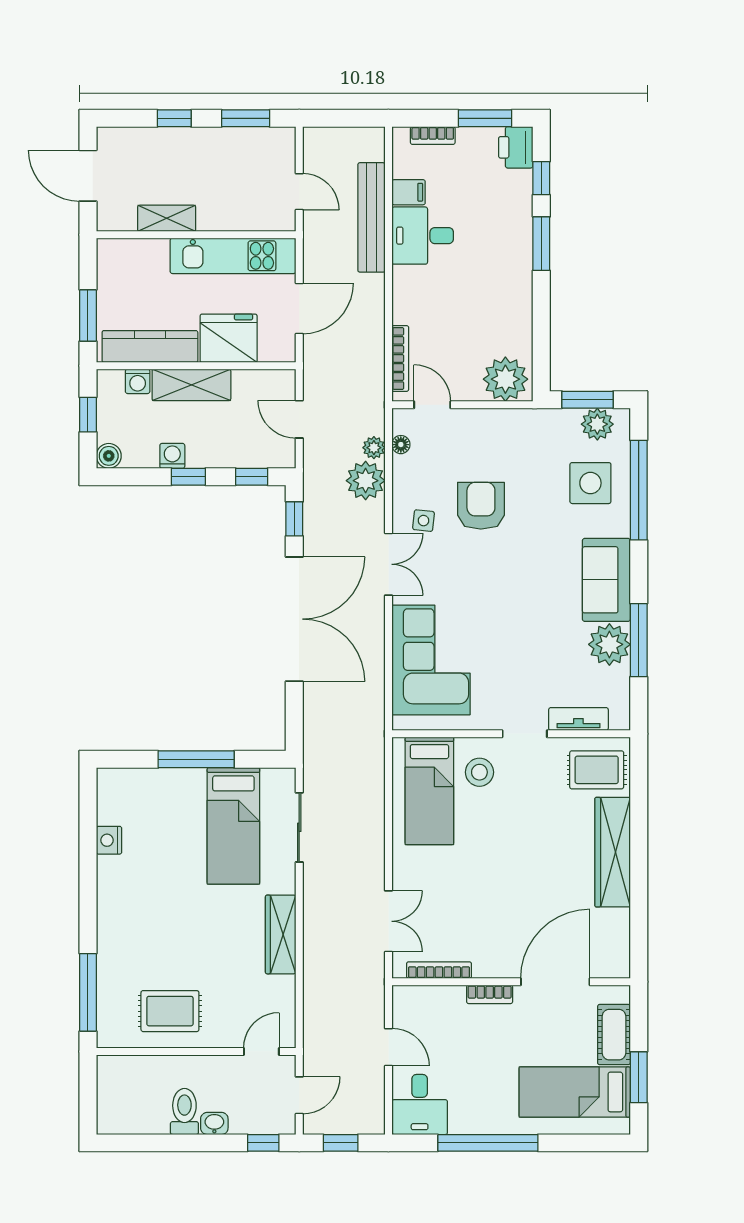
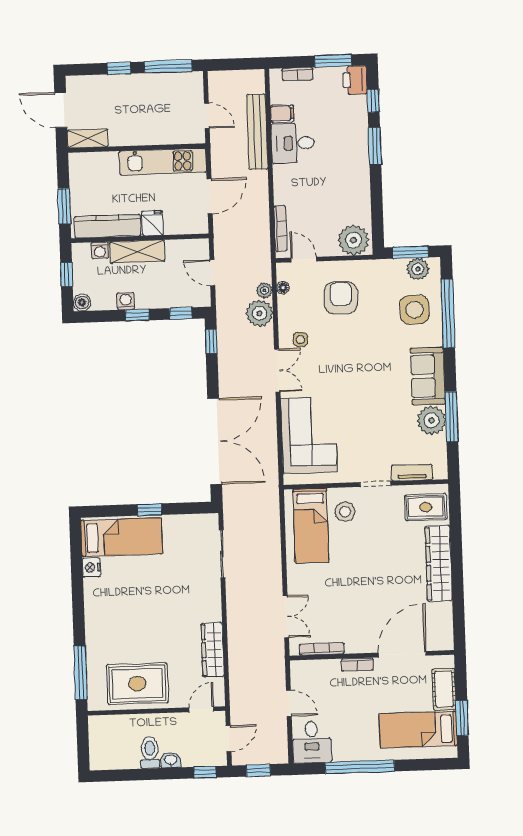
window: (246, 118) -> (168, 67), width x1.44
shelving: (167, 218) -> (88, 138), moved
fridge: (229, 338) -> (153, 223), width x0.53, depth x0.75
armchair: (481, 506) -> (341, 298), moved
double door: (294, 619) -> (215, 441), moved
window: (196, 759) -> (149, 510), width x0.46
bed: (233, 826) -> (122, 537), moved, turned -90
wardrobe: (281, 934) -> (213, 650), moved
rug: (170, 1011) -> (137, 684), width x1.36, depth x1.43

